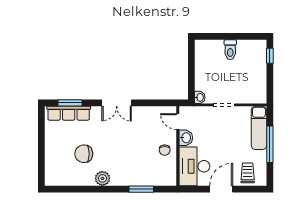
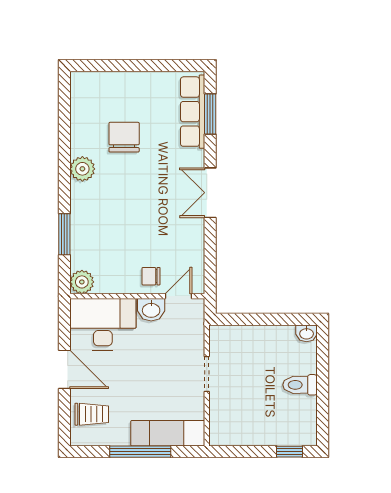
washbasin: (200, 97) -> (307, 333), moved
chair: (165, 150) -> (151, 276), moved
plant: (169, 179) -> (82, 282), added

